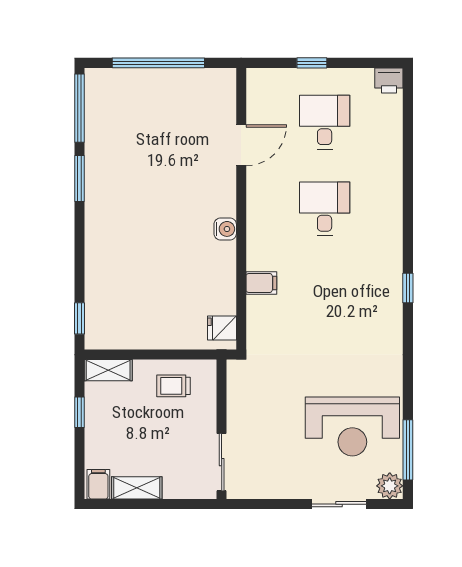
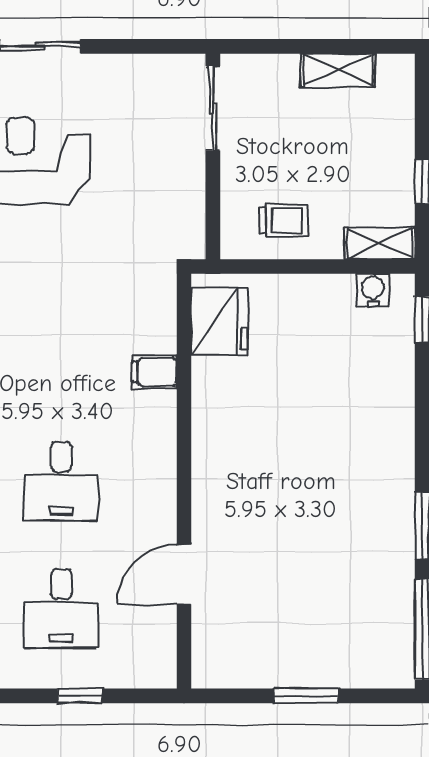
window: (158, 63) -> (306, 696), width x0.47
water cooler: (225, 229) -> (373, 290), moved, turned 90
fridge: (222, 328) -> (219, 321), width x1.88, depth x1.34
filing cabinet: (98, 484) -> (394, 76), removed

